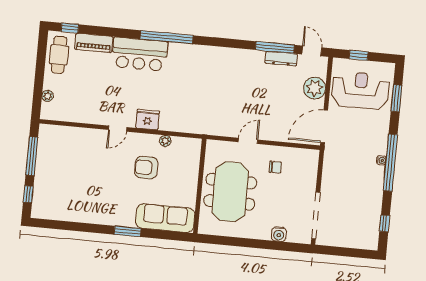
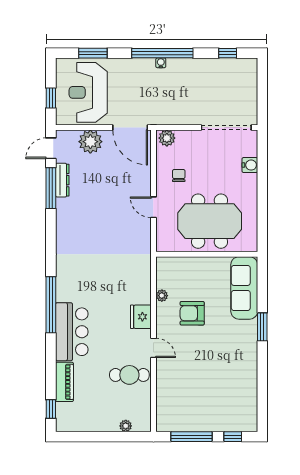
cafe table: (59, 55) -> (129, 375), moved
plant: (311, 159) -> (167, 138), added
armchair: (146, 168) -> (192, 313), turned 90

